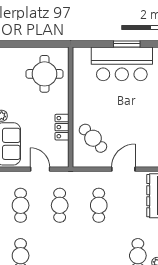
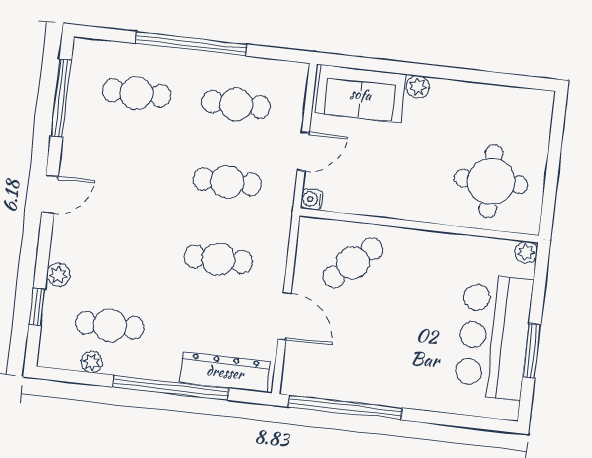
plant: (78, 52) -> (526, 252), added
locker: (62, 127) -> (382, 204), removed
water cooler: (64, 162) -> (312, 199), added

